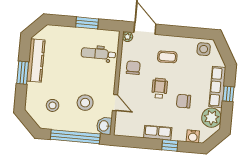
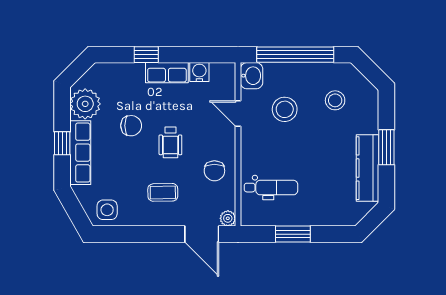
water cooler: (193, 136) -> (199, 72), moved

